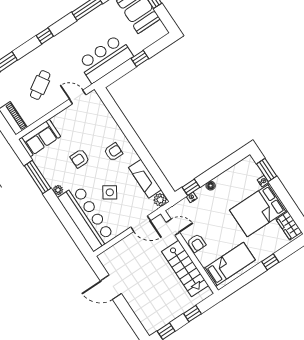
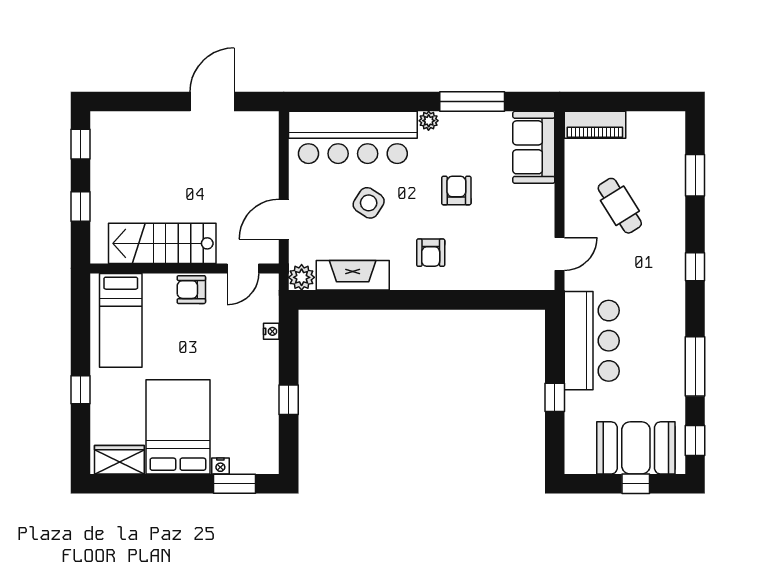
floor lamp: (211, 186) -> (270, 375), removed
window: (191, 187) -> (289, 400), moved

